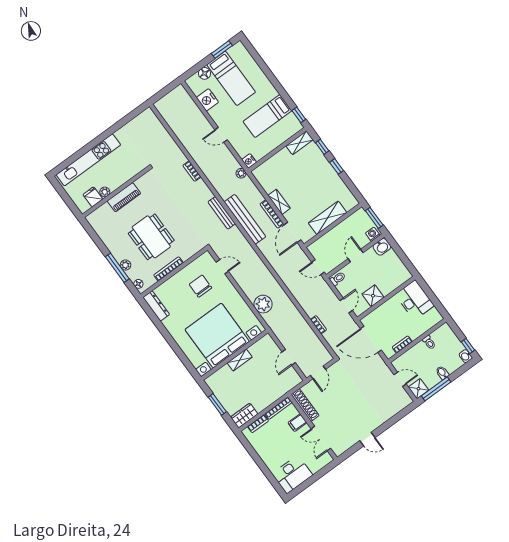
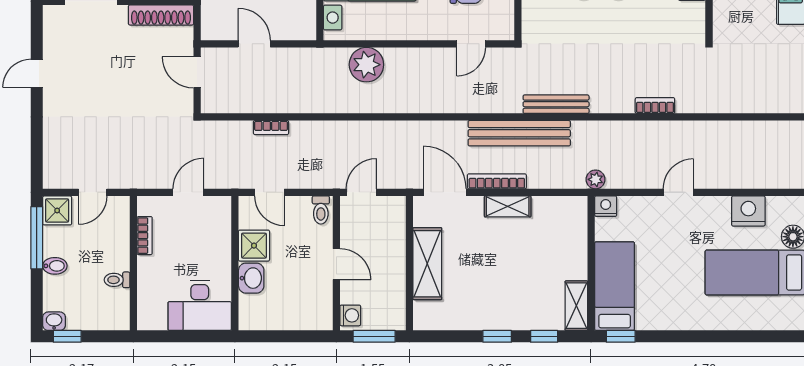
bed: (267, 116) -> (615, 286), moved
washbasin: (382, 247) -> (251, 278), moved, turned 180
door: (371, 339) -> (188, 192), width x0.53

